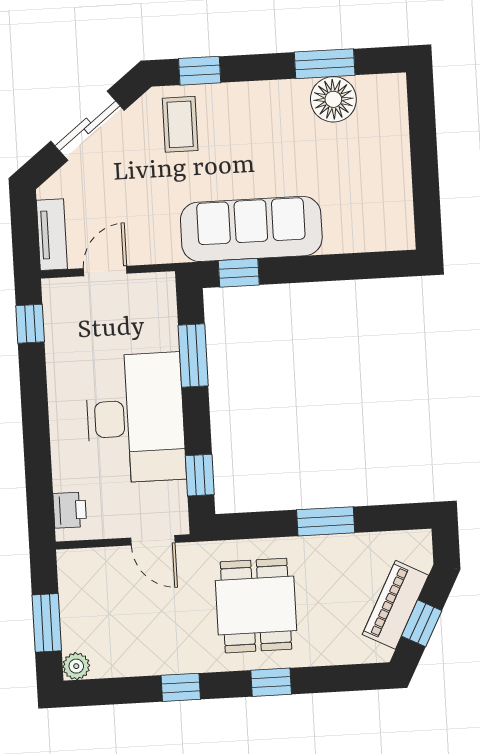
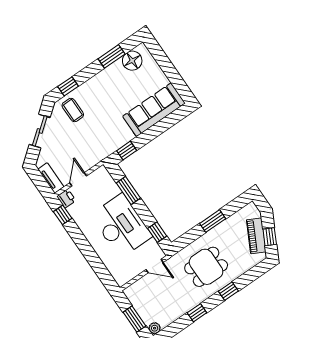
floor lamp: (333, 99) -> (132, 61), moved
sofa: (251, 229) -> (154, 110), moved
printer: (70, 510) -> (66, 199), moved
dining table: (256, 606) -> (206, 267), turned 90

